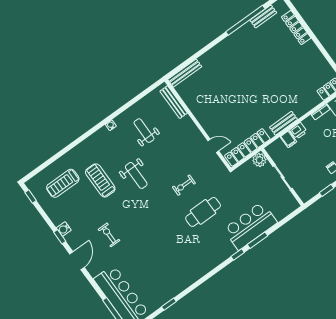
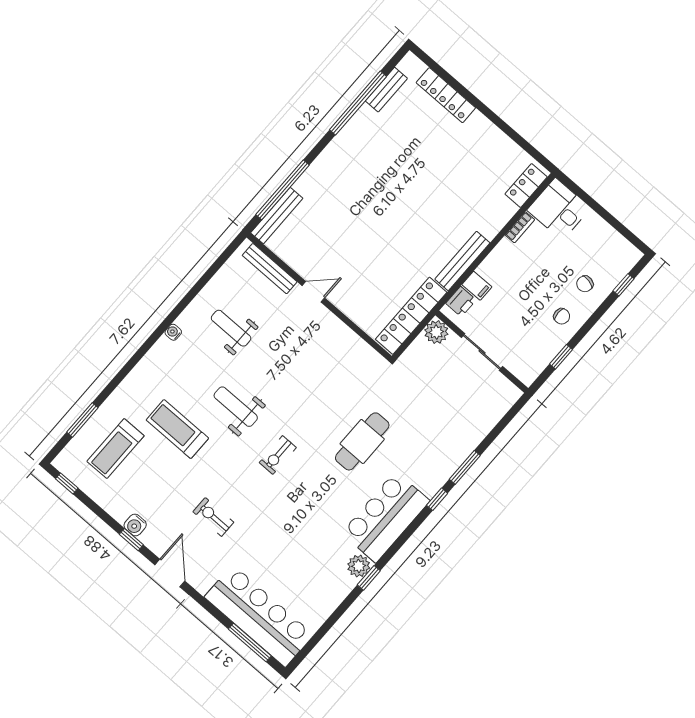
window: (191, 59) -> (282, 190), added
bench: (284, 123) -> (462, 261), width x1.36
printer: (298, 131) -> (461, 302), moved
door: (213, 146) -> (313, 292), moved
window: (48, 163) -> (82, 420), added
weight bench: (136, 175) -> (236, 407), turned 180
exercise bike: (184, 185) -> (278, 455), moved
bar counter: (250, 226) -> (386, 517), moved
plant: (185, 282) -> (359, 566), added
window: (169, 304) -> (369, 578), moved

